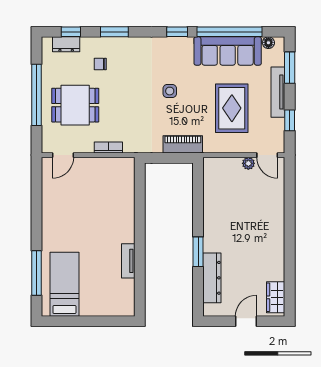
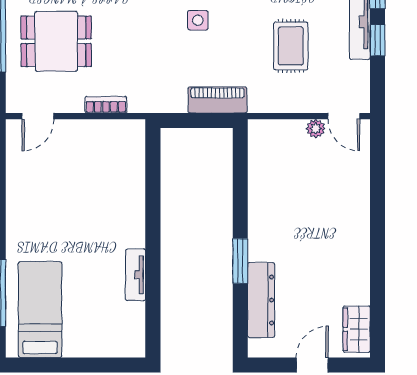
rug: (232, 108) -> (291, 46), width x0.73, depth x0.70
window: (290, 120) -> (378, 40), moved

